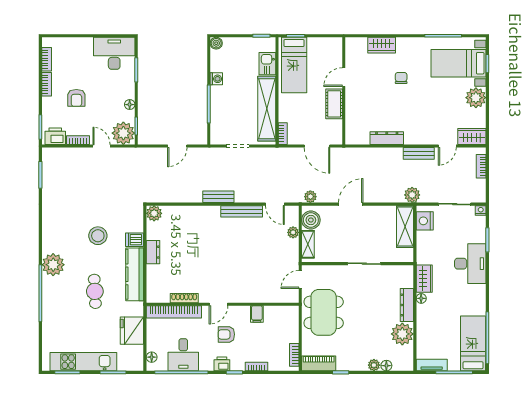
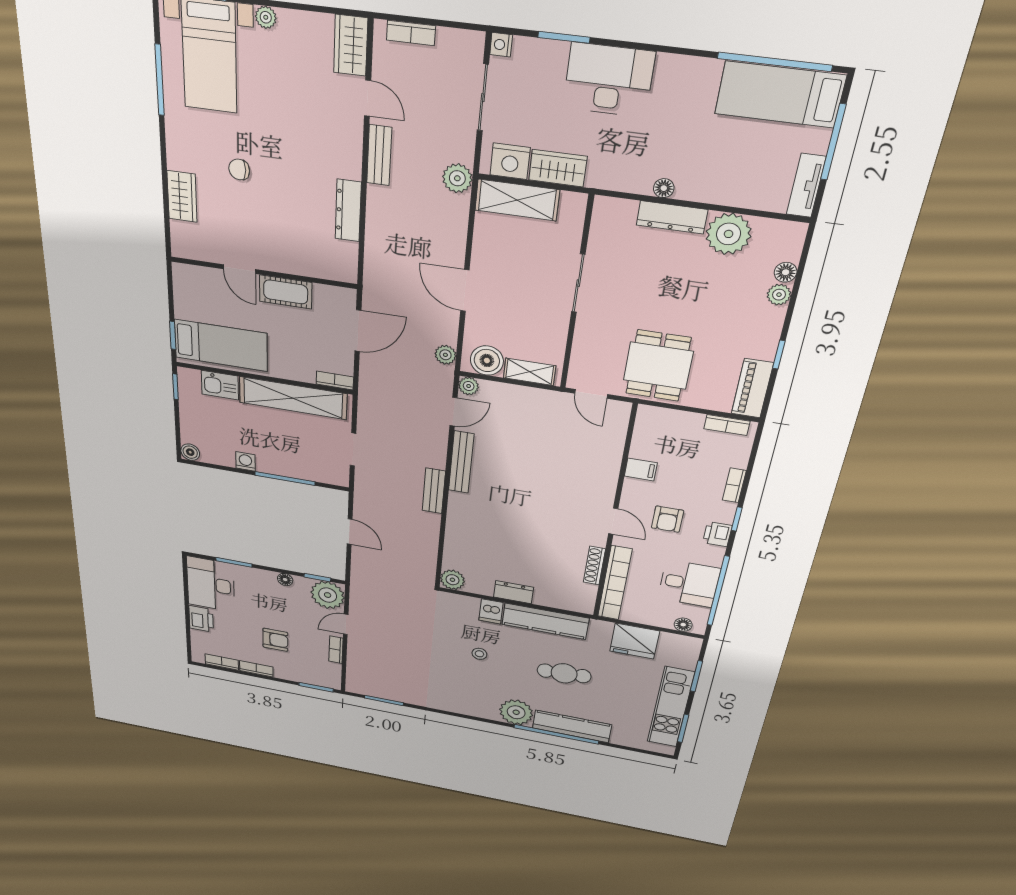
plant: (476, 98) -> (266, 17), width x0.53, depth x0.53
printer: (55, 136) -> (201, 619), moved, turned 180
plant: (293, 232) -> (469, 386), moved
stool: (98, 236) -> (479, 654), width x0.53, depth x0.53
wardrobe: (424, 279) -> (558, 168), moved
kitchen counter: (50, 302) -> (572, 726), added
dining table: (324, 312) -> (658, 366), width x0.73

